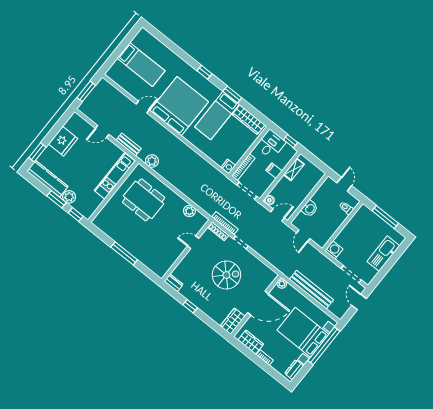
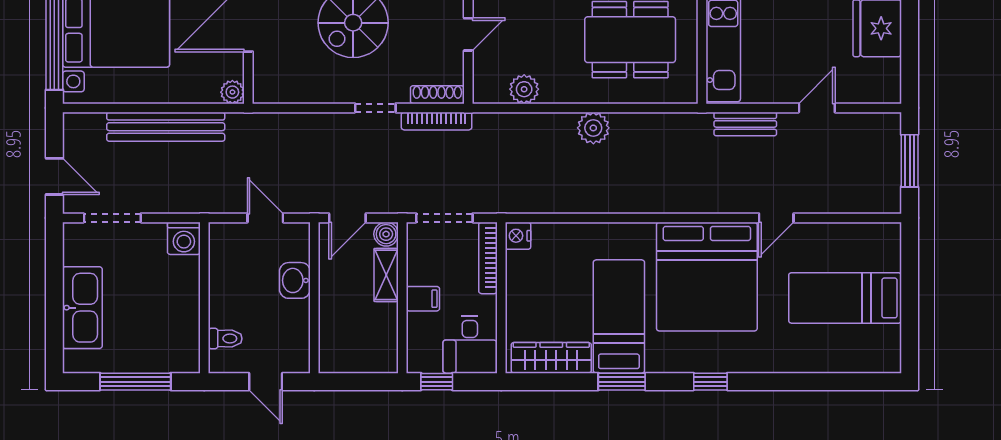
plant: (152, 161) -> (593, 128), moved
shelving: (294, 169) -> (386, 275), moved

